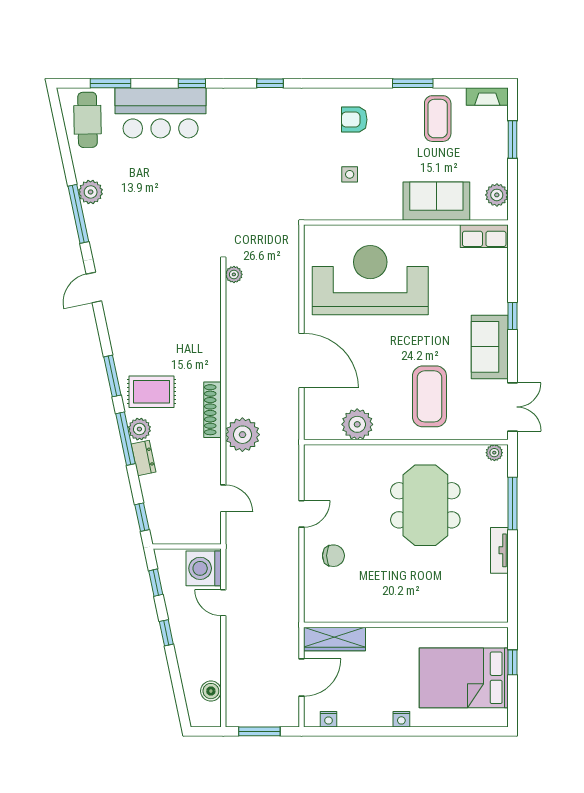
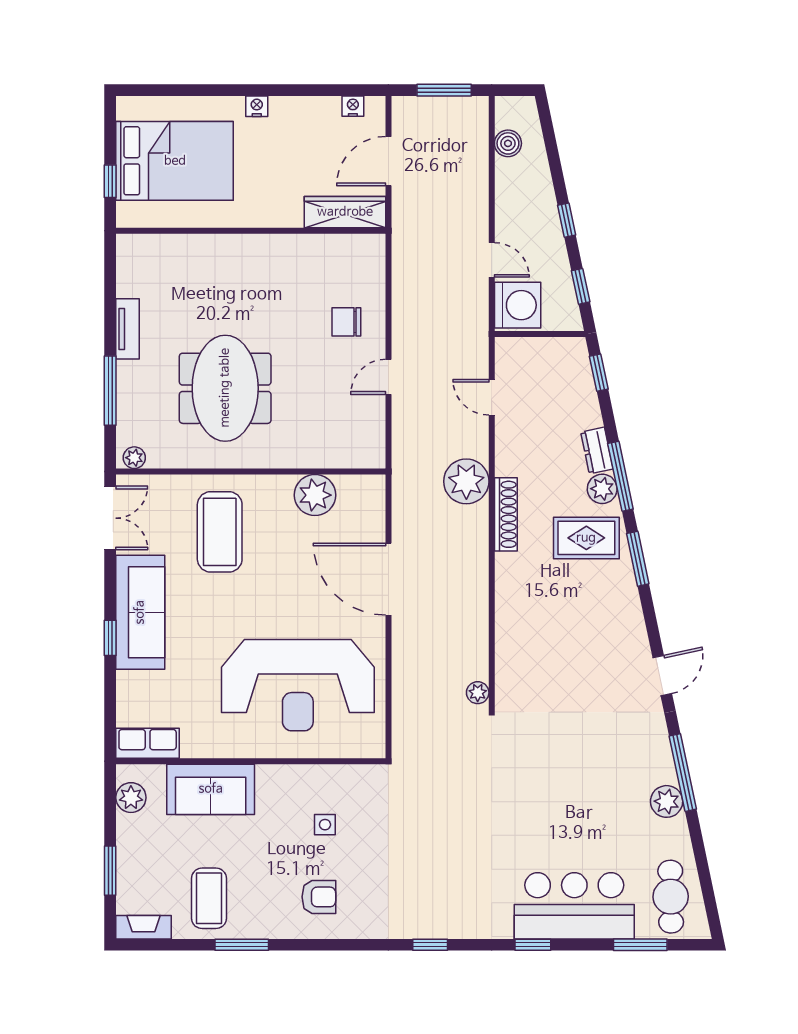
sofa: (490, 347) -> (140, 612), width x1.36
double door: (513, 407) -> (110, 518), swing flipped

